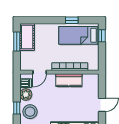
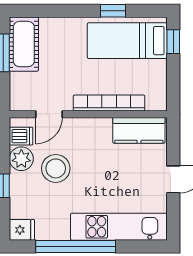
kitchen counter: (69, 80) -> (139, 130), moved
stool: (30, 112) -> (56, 168), moved

